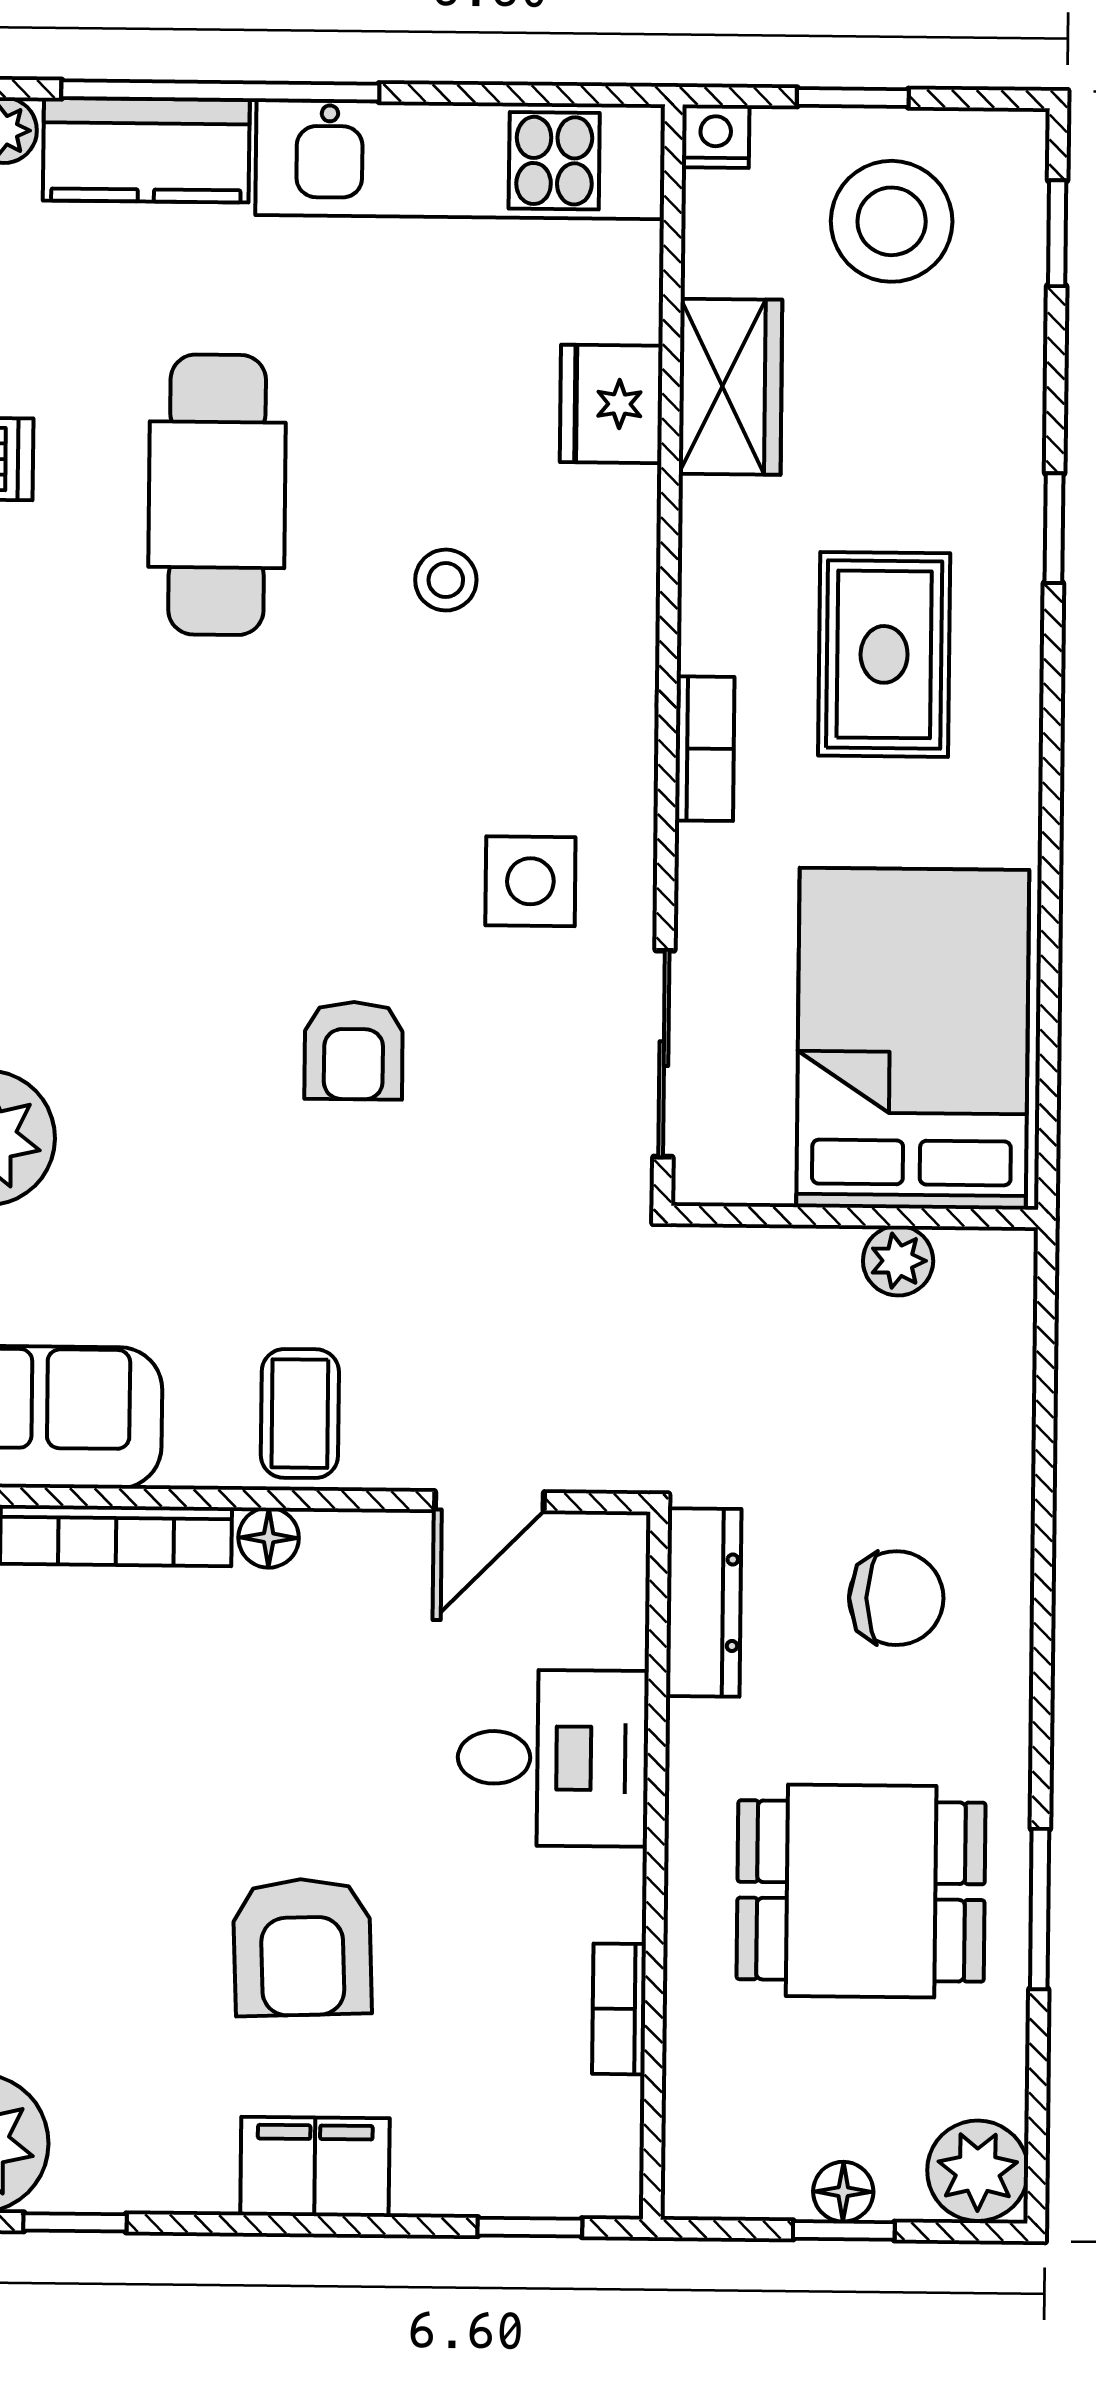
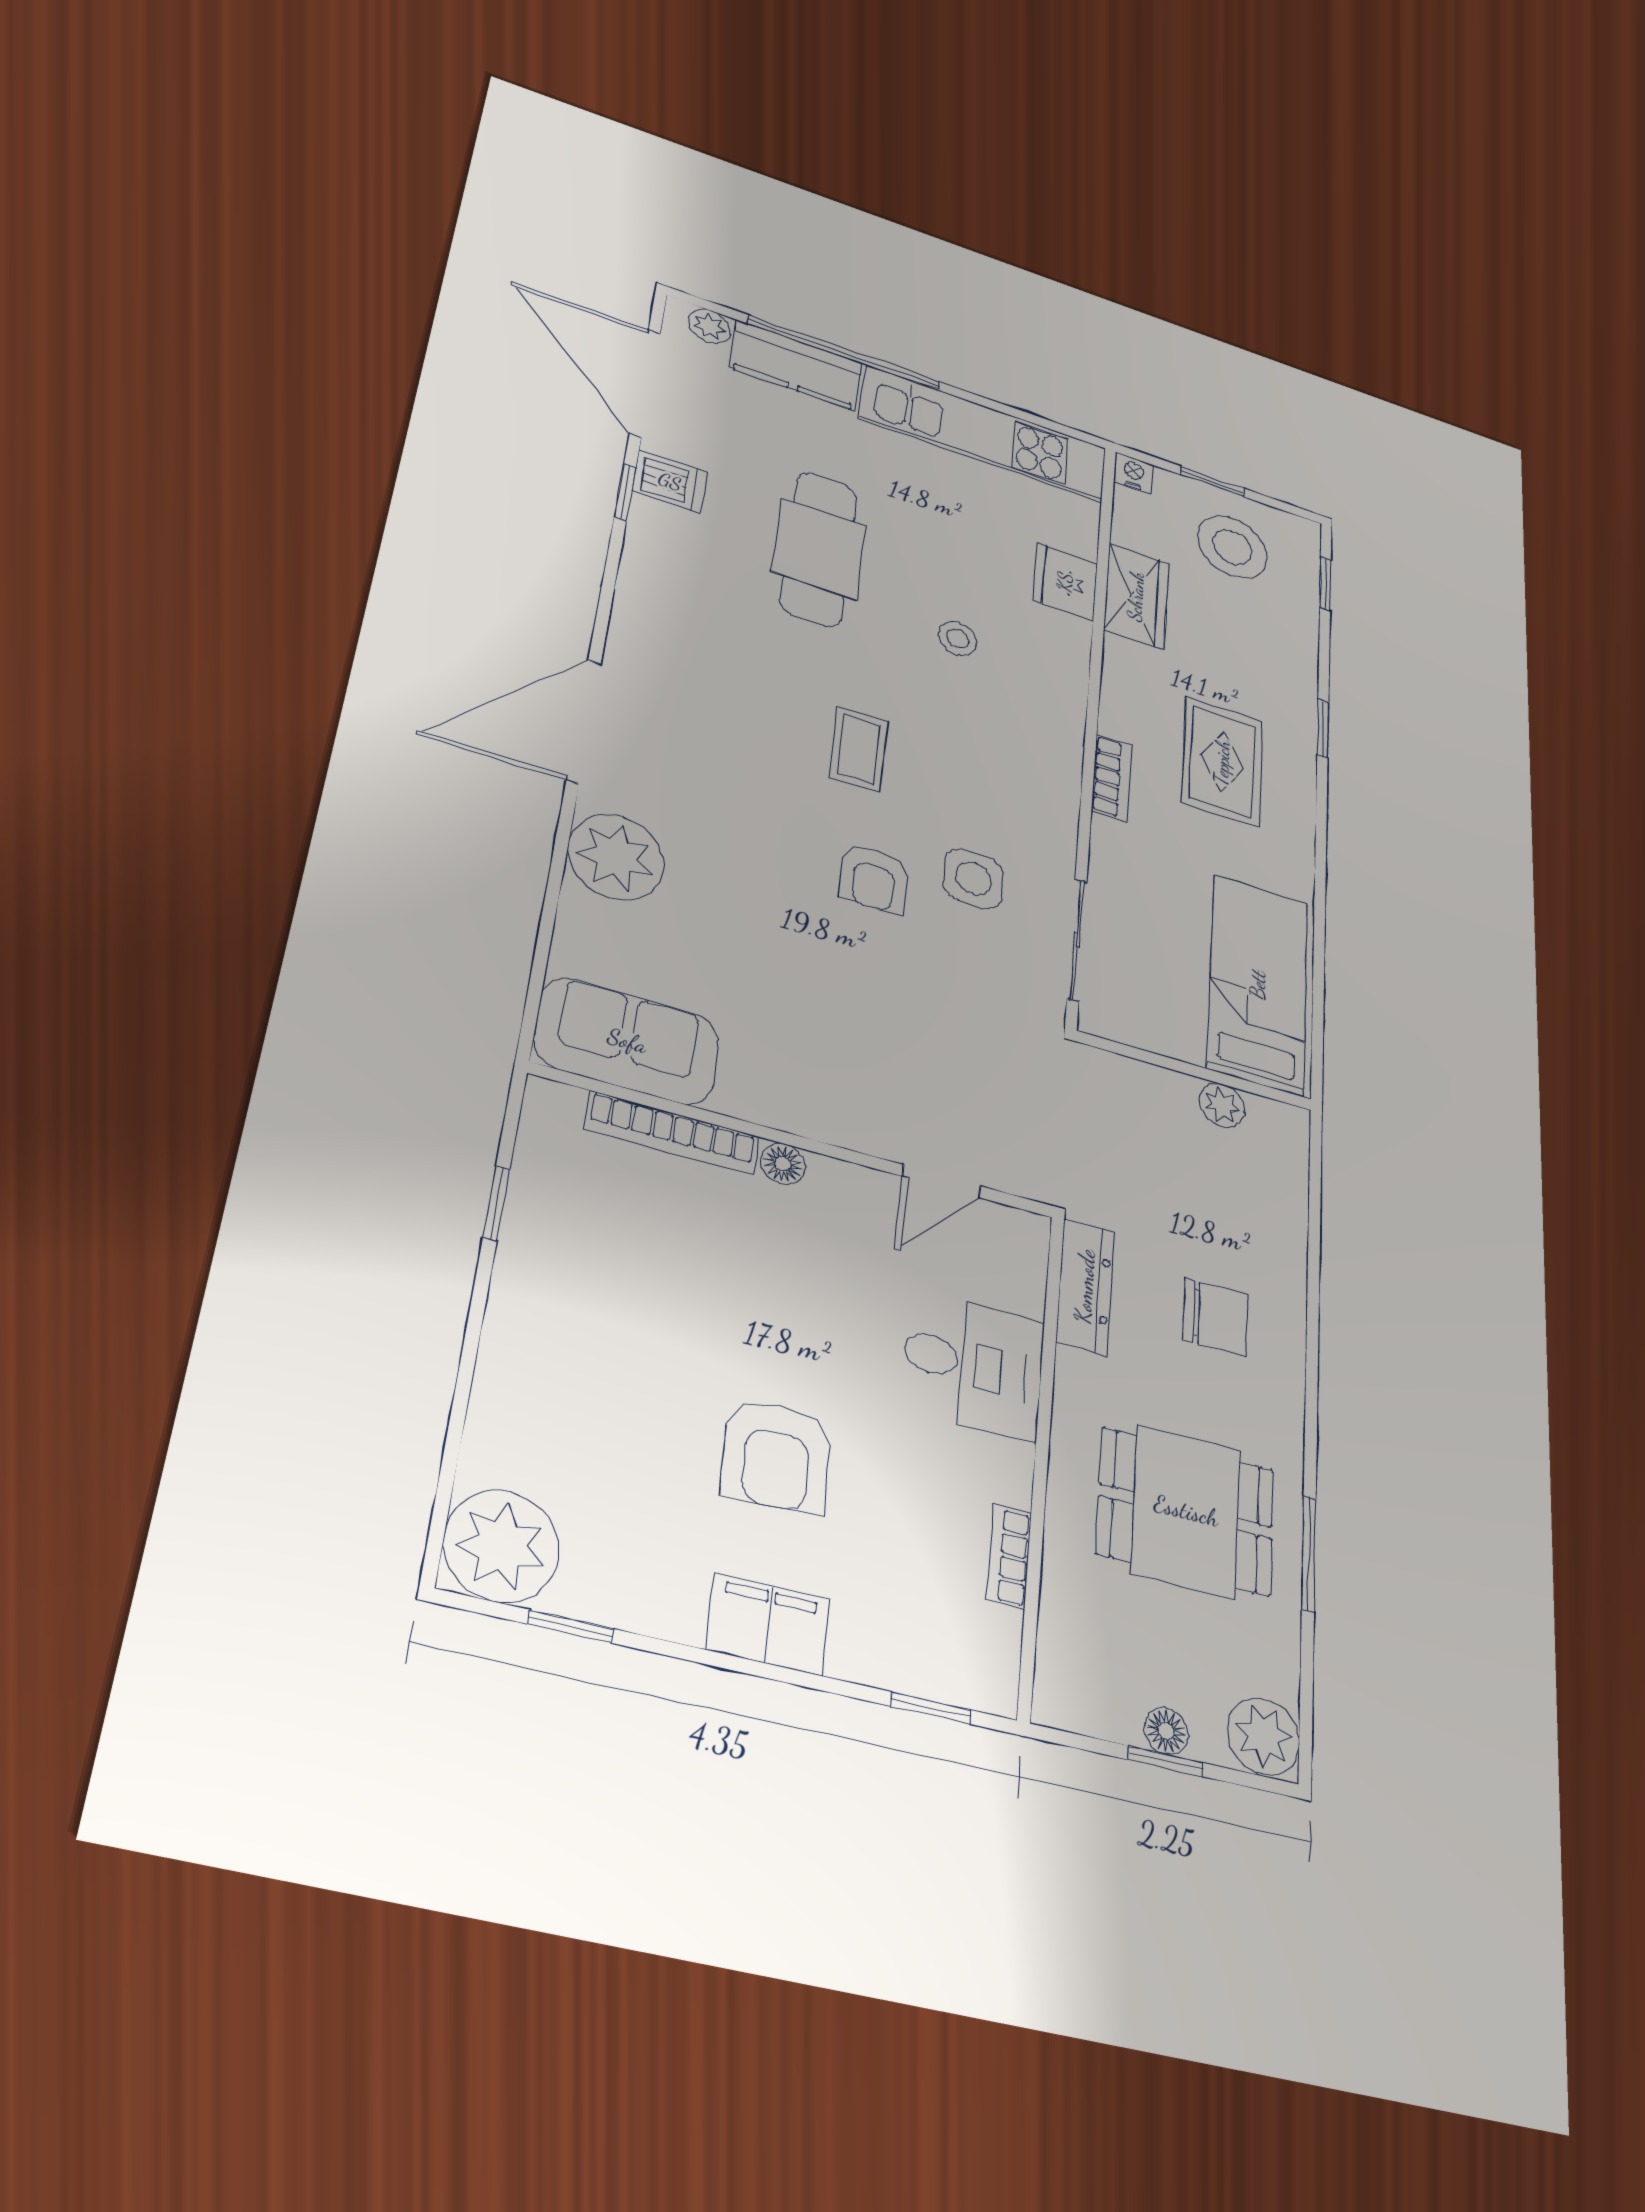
side table: (530, 881) -> (974, 878), moved
bed: (913, 1039) -> (1258, 984), width x0.67
coffee table: (300, 1414) -> (859, 749), moved

